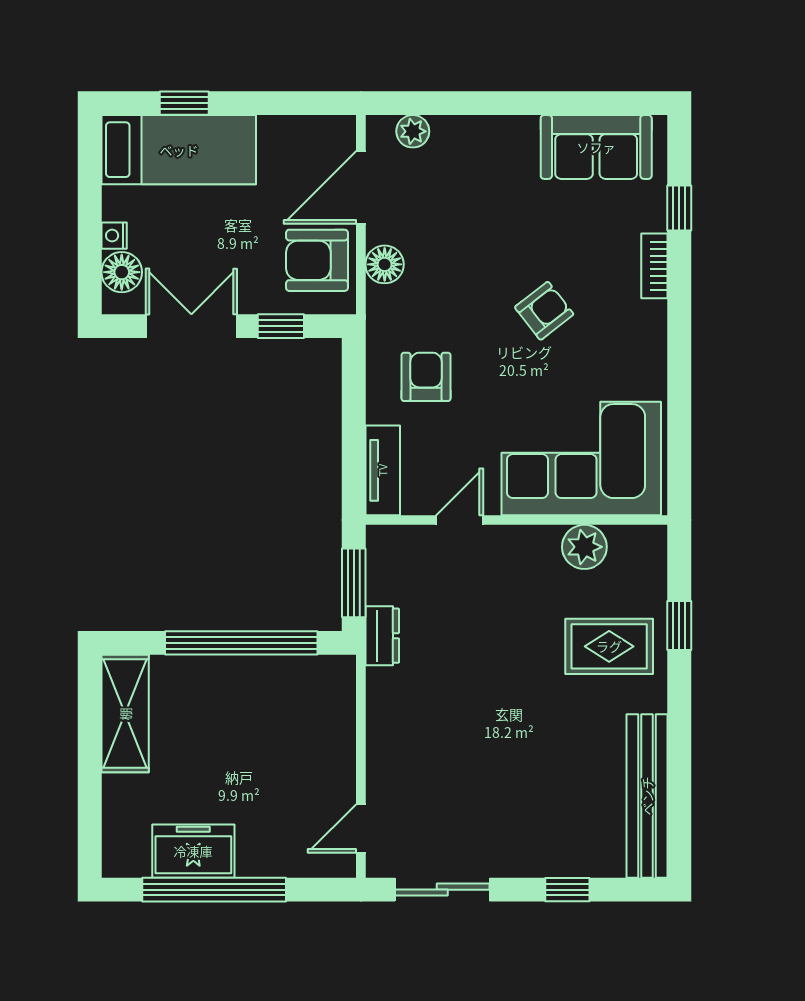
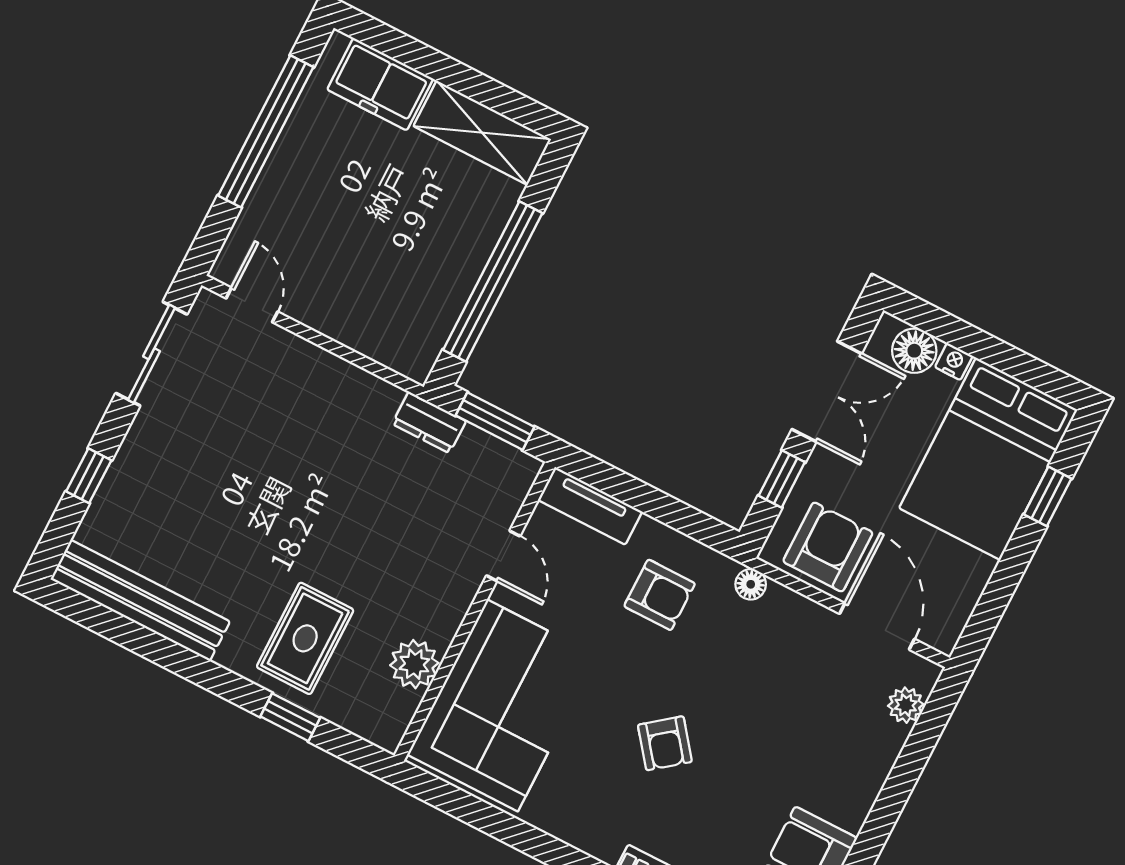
bed: (179, 150) -> (988, 459), width x1.50
floor lamp: (385, 264) -> (751, 584), moved, width x0.73, depth x0.73
freezer: (193, 851) -> (380, 84), moved, turned 90

